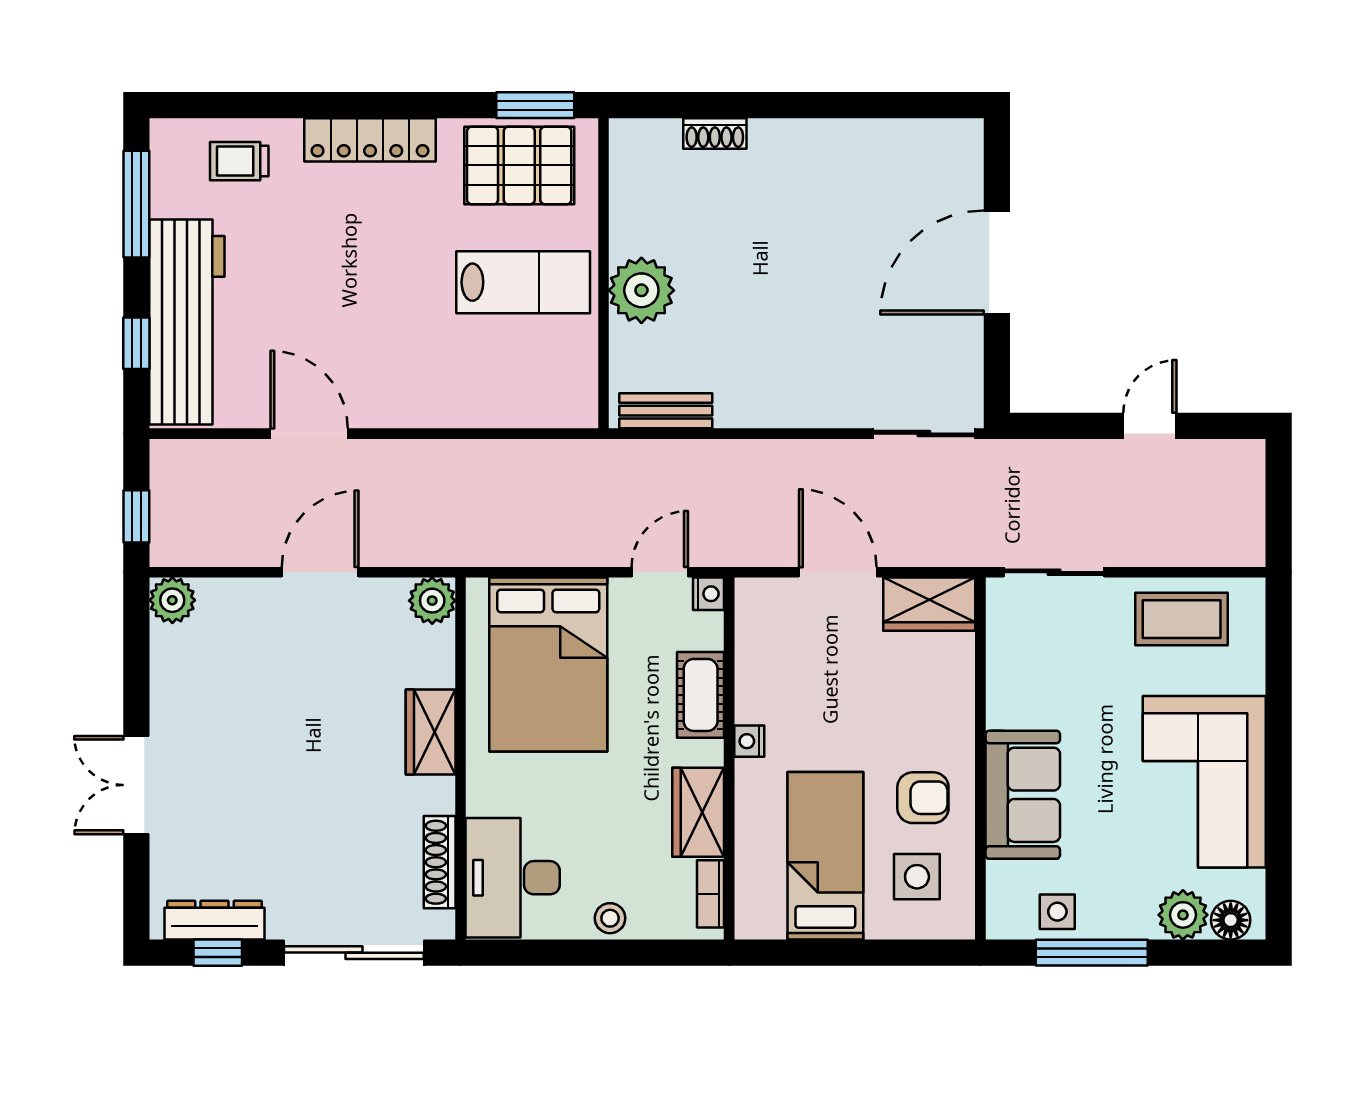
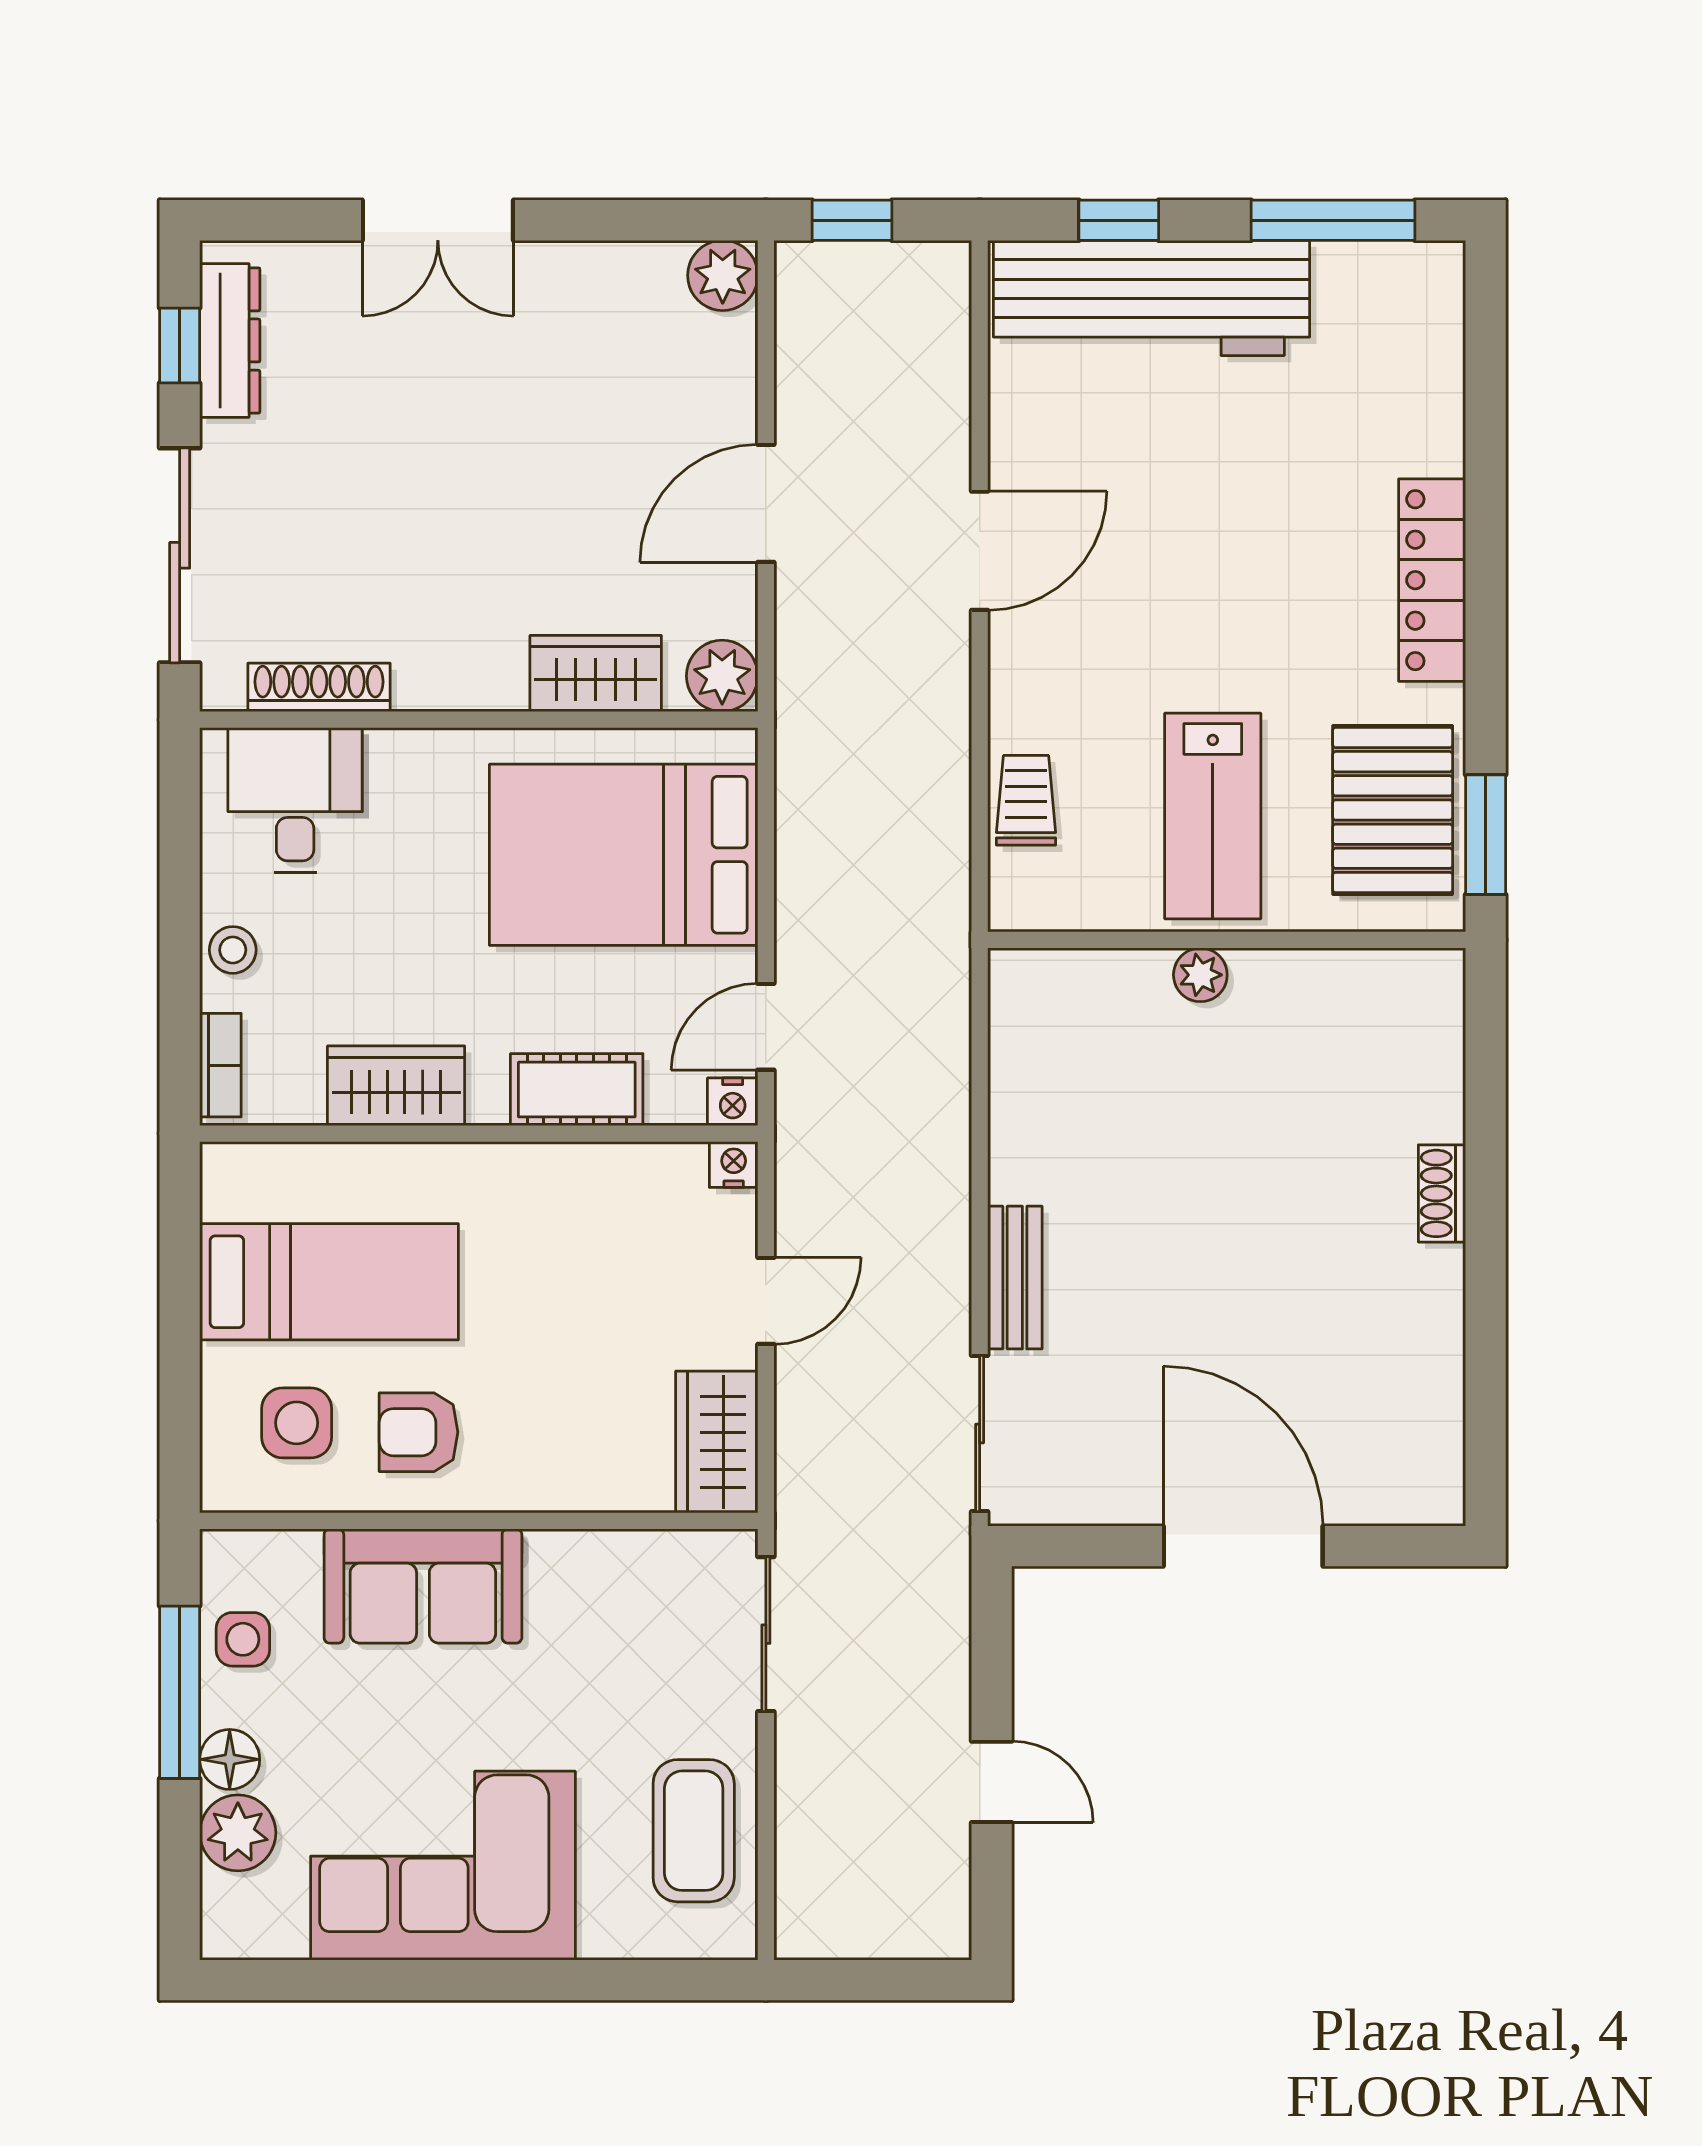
shoe rack: (715, 133) -> (1442, 1193), moved
trolley: (239, 161) -> (1026, 800), moved
plant: (641, 290) -> (1200, 975), width x0.53, depth x0.53
bench: (666, 411) -> (1015, 1278), moved
door: (309, 434) -> (980, 551), moved
door: (320, 572) -> (766, 503), swing flipped
door: (660, 572) -> (766, 1027), swing flipped
door: (838, 572) -> (766, 1301), width x0.73
wardrobe: (431, 732) -> (596, 673), moved
nightstand: (749, 741) -> (734, 1164), moved
double door: (136, 785) -> (438, 220), swing flipped
armchair: (923, 798) -> (418, 1432), turned 90
desk: (513, 878) -> (295, 800), width x0.73
bookcase: (711, 894) -> (220, 1065), moved, turned 90
floor lamp: (1231, 920) -> (230, 1759), moved

